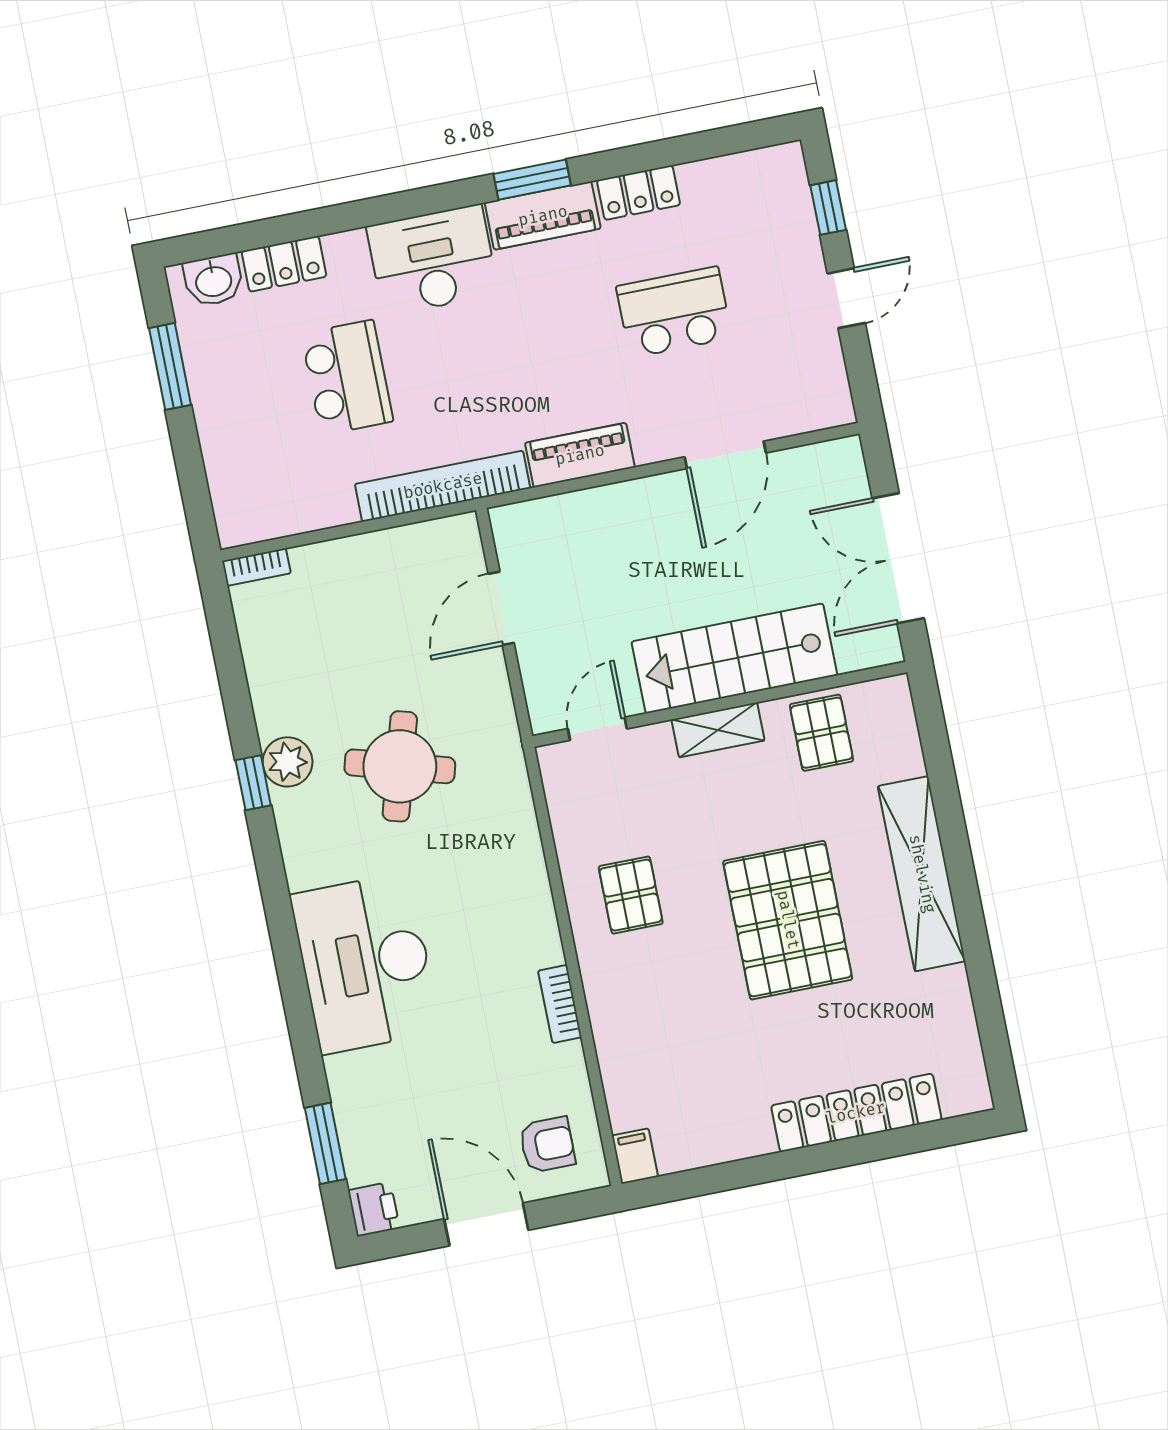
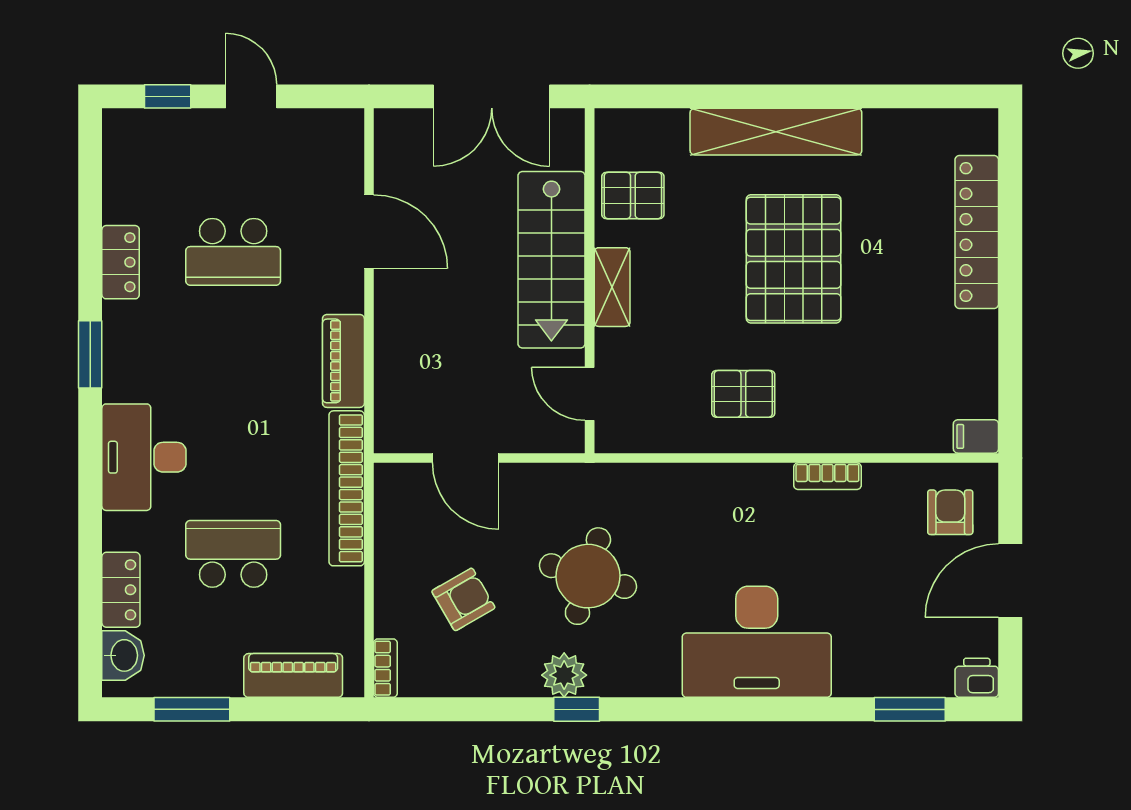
piano: (543, 216) -> (293, 675), moved, turned -90
school desk: (674, 312) -> (233, 252), turned -90
armchair: (348, 637) -> (463, 599), added
pallet: (788, 920) -> (794, 259), turned 90

